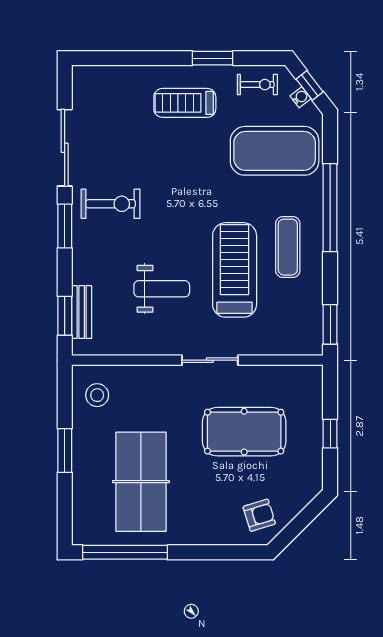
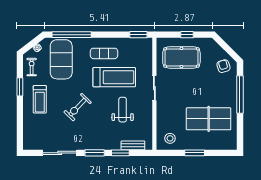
window: (310, 85) -> (32, 44), removed
exercise bike: (111, 204) -> (78, 107), moved, turned -136
window: (330, 208) -> (72, 35), moved
treadmill: (235, 270) -> (114, 77), turned 180
window: (65, 316) -> (120, 153), moved
pool table: (244, 432) -> (181, 57), moved, turned 90
window: (125, 552) -> (240, 94), moved

